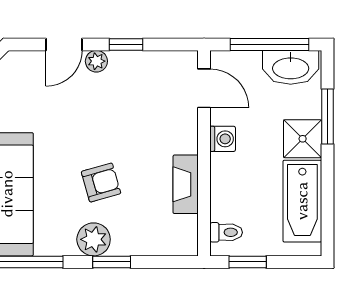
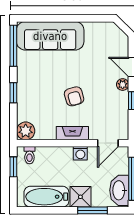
armchair: (101, 183) -> (74, 96), moved
fireplace: (186, 184) -> (72, 133), moved
plant: (94, 239) -> (26, 131), moved

